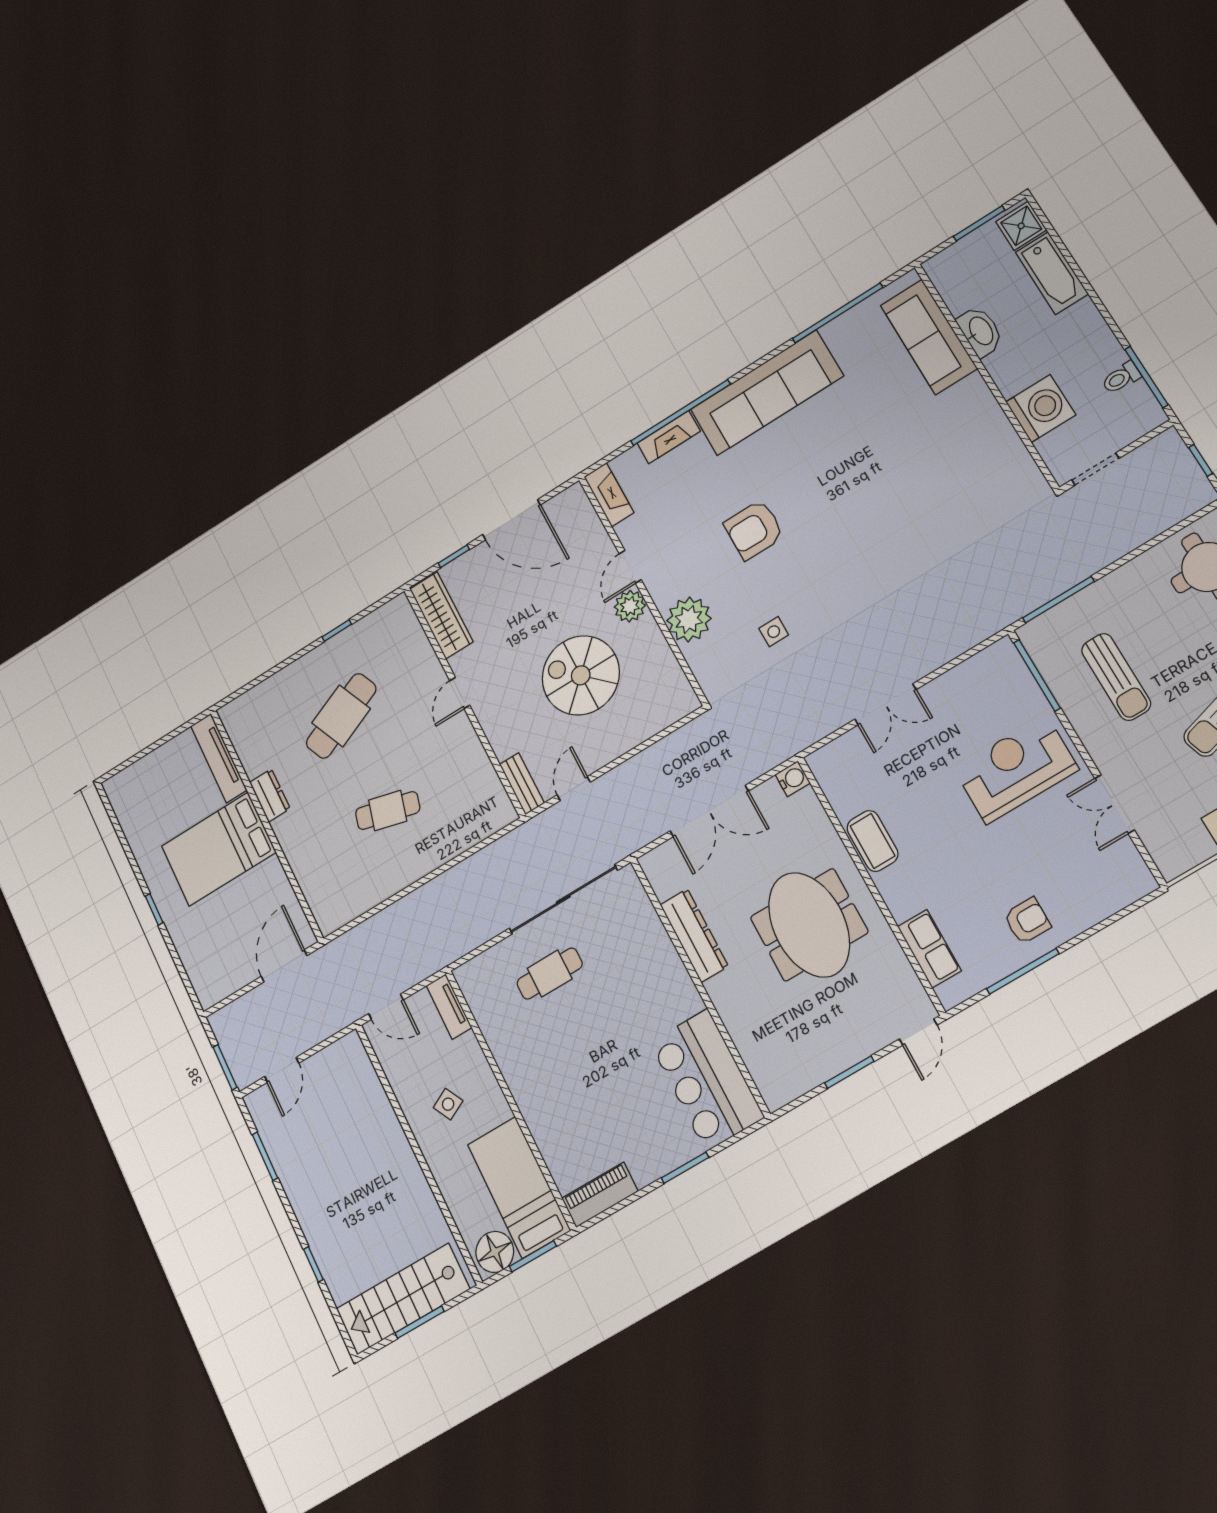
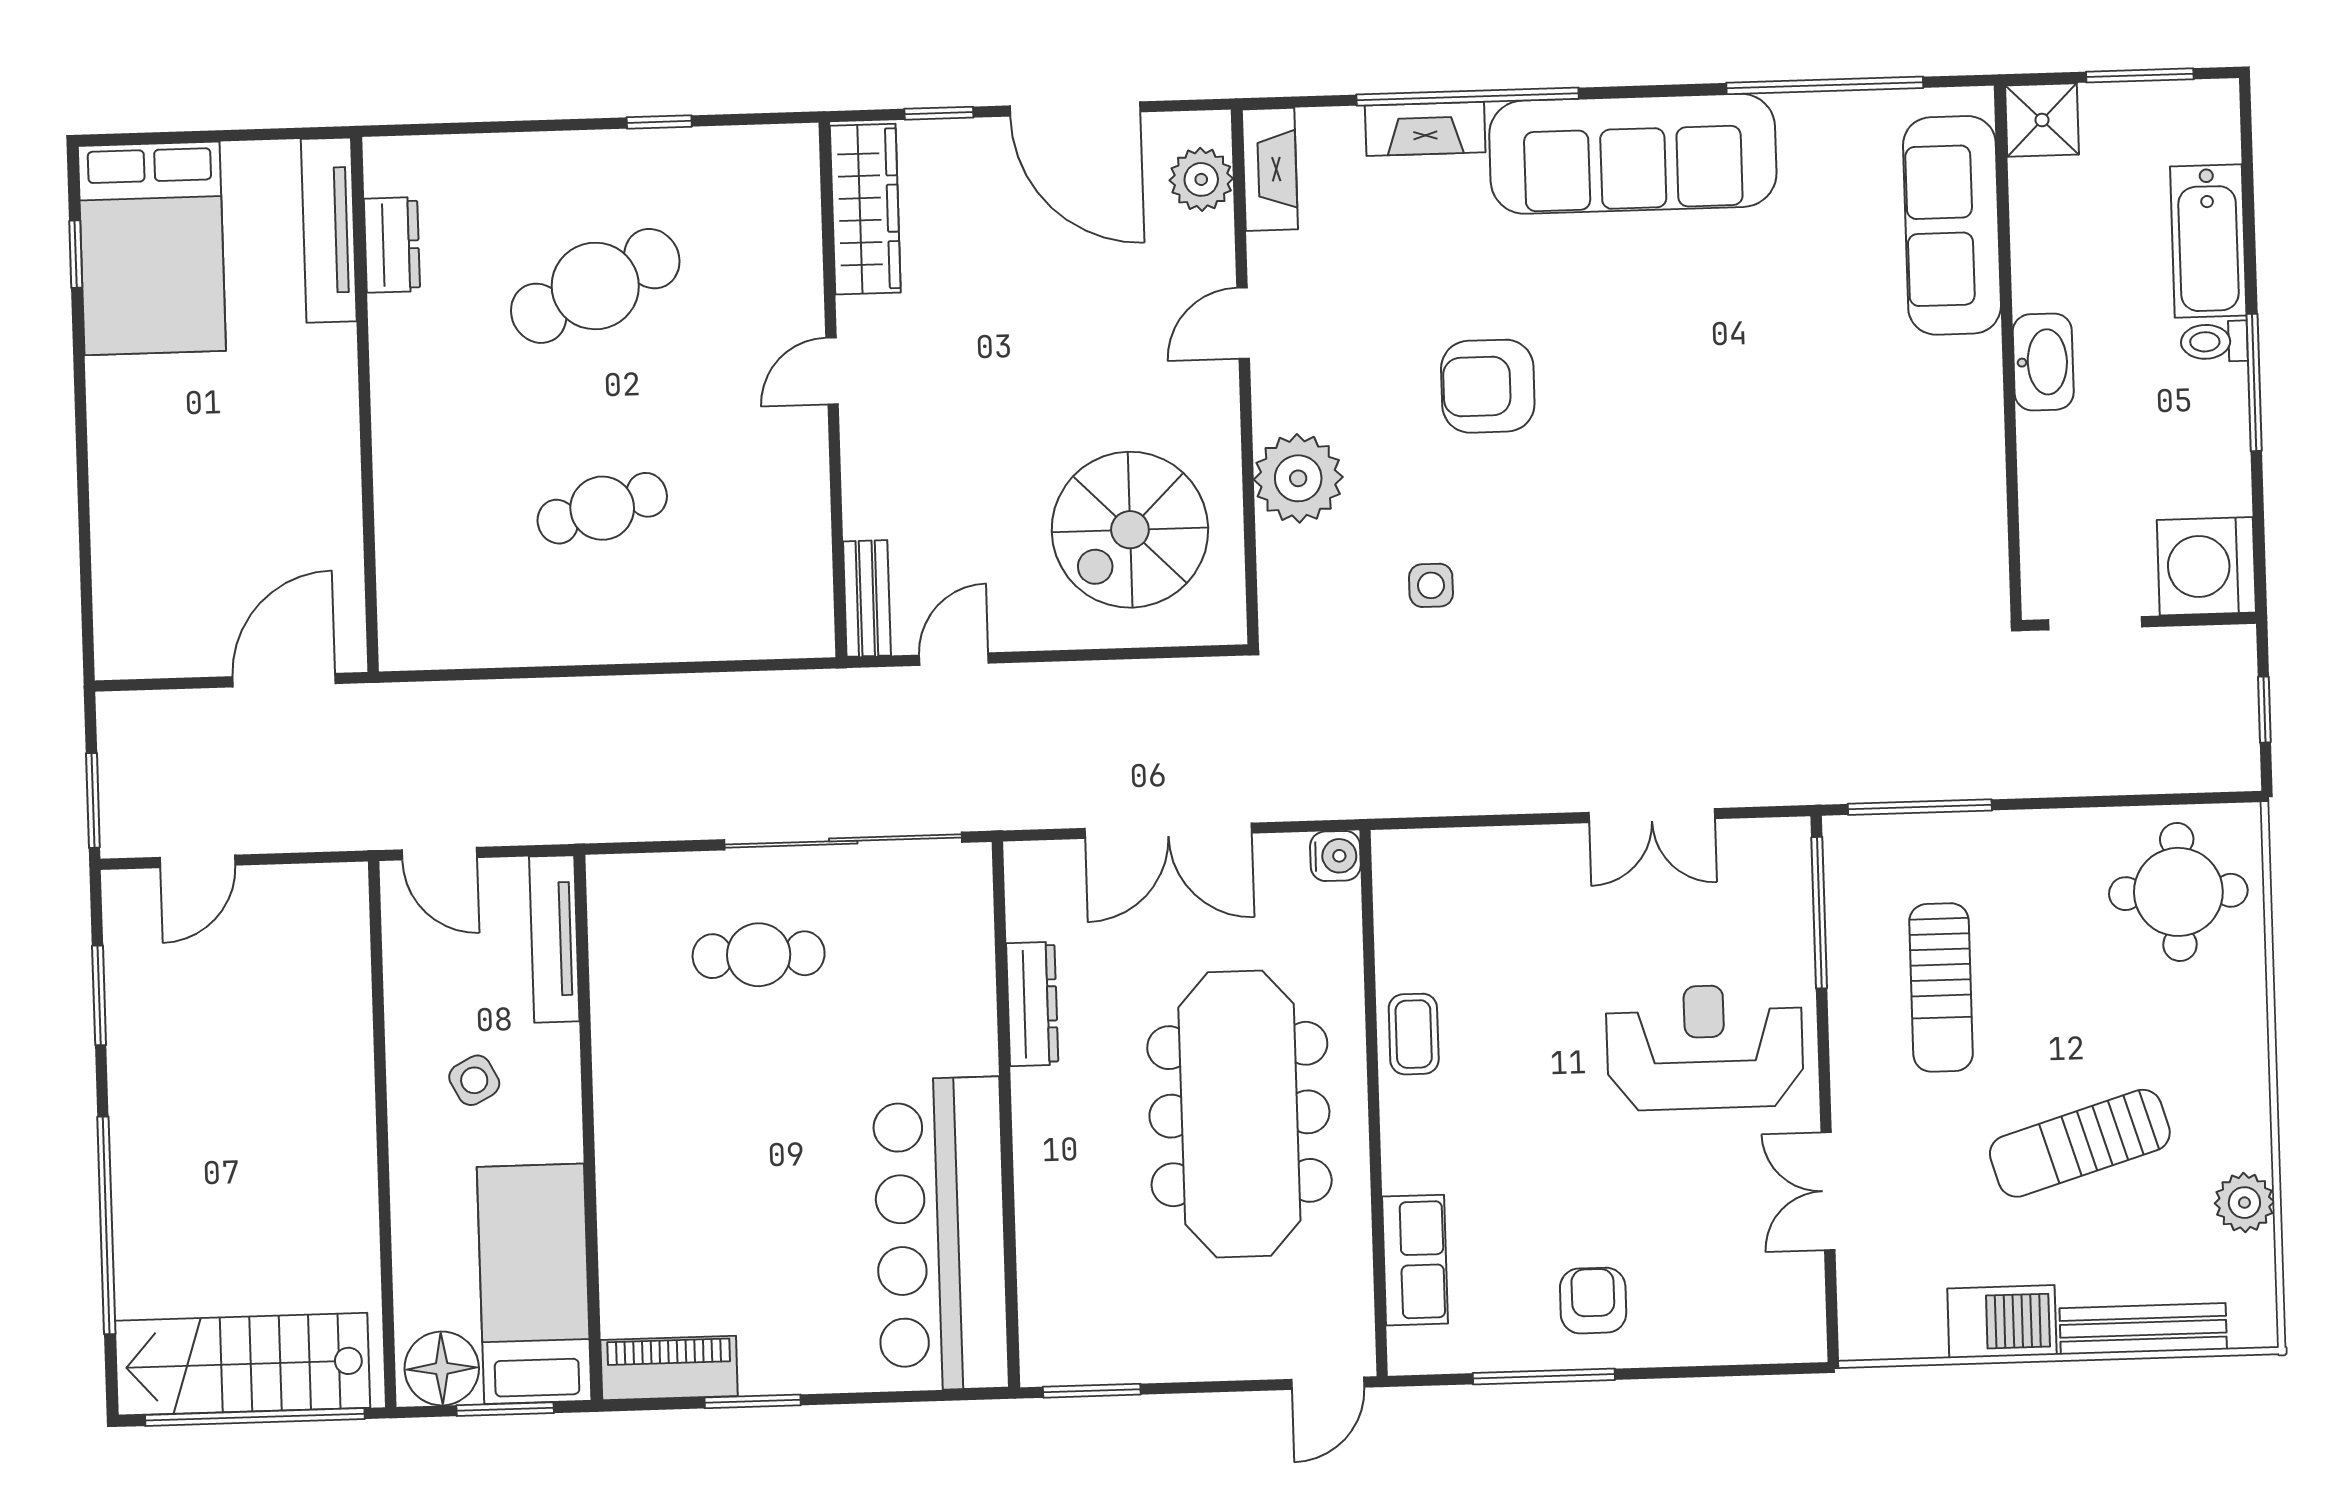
shower: (1021, 226) -> (2042, 120), moved
washbasin: (980, 331) -> (2043, 362), moved
window: (1146, 377) -> (2254, 382), moved
toilet: (1121, 378) -> (2214, 342), moved
washing machine: (1041, 408) -> (2206, 566), moved, turned 180
plant: (630, 606) -> (1201, 179), moved
spiral stairs: (581, 675) -> (1130, 530), moved, turned -90
double door: (885, 704) -> (1652, 816), moved
dresser: (270, 795) -> (392, 245), moved
cafe table: (388, 811) -> (602, 508), turned -30
coffee table: (872, 841) -> (1414, 1034), width x0.73, depth x0.77
bed: (219, 849) -> (152, 248), moved, turned -90
window: (154, 909) -> (76, 254), moved
armchair: (1027, 921) -> (1593, 1301), turned -90
meeting table: (809, 925) -> (1239, 1114), width x1.36
dresser: (694, 935) -> (1032, 1004), width x0.73, depth x0.80
tv unit: (449, 1007) -> (554, 939), width x1.41
window: (849, 1072) -> (1092, 1391), moved
bar counter: (707, 1080) -> (941, 1234), width x1.36
window: (685, 1168) -> (753, 1401), moved
window: (313, 1264) -> (106, 1225), width x3.17
window: (420, 1322) -> (255, 1417), width x2.11

